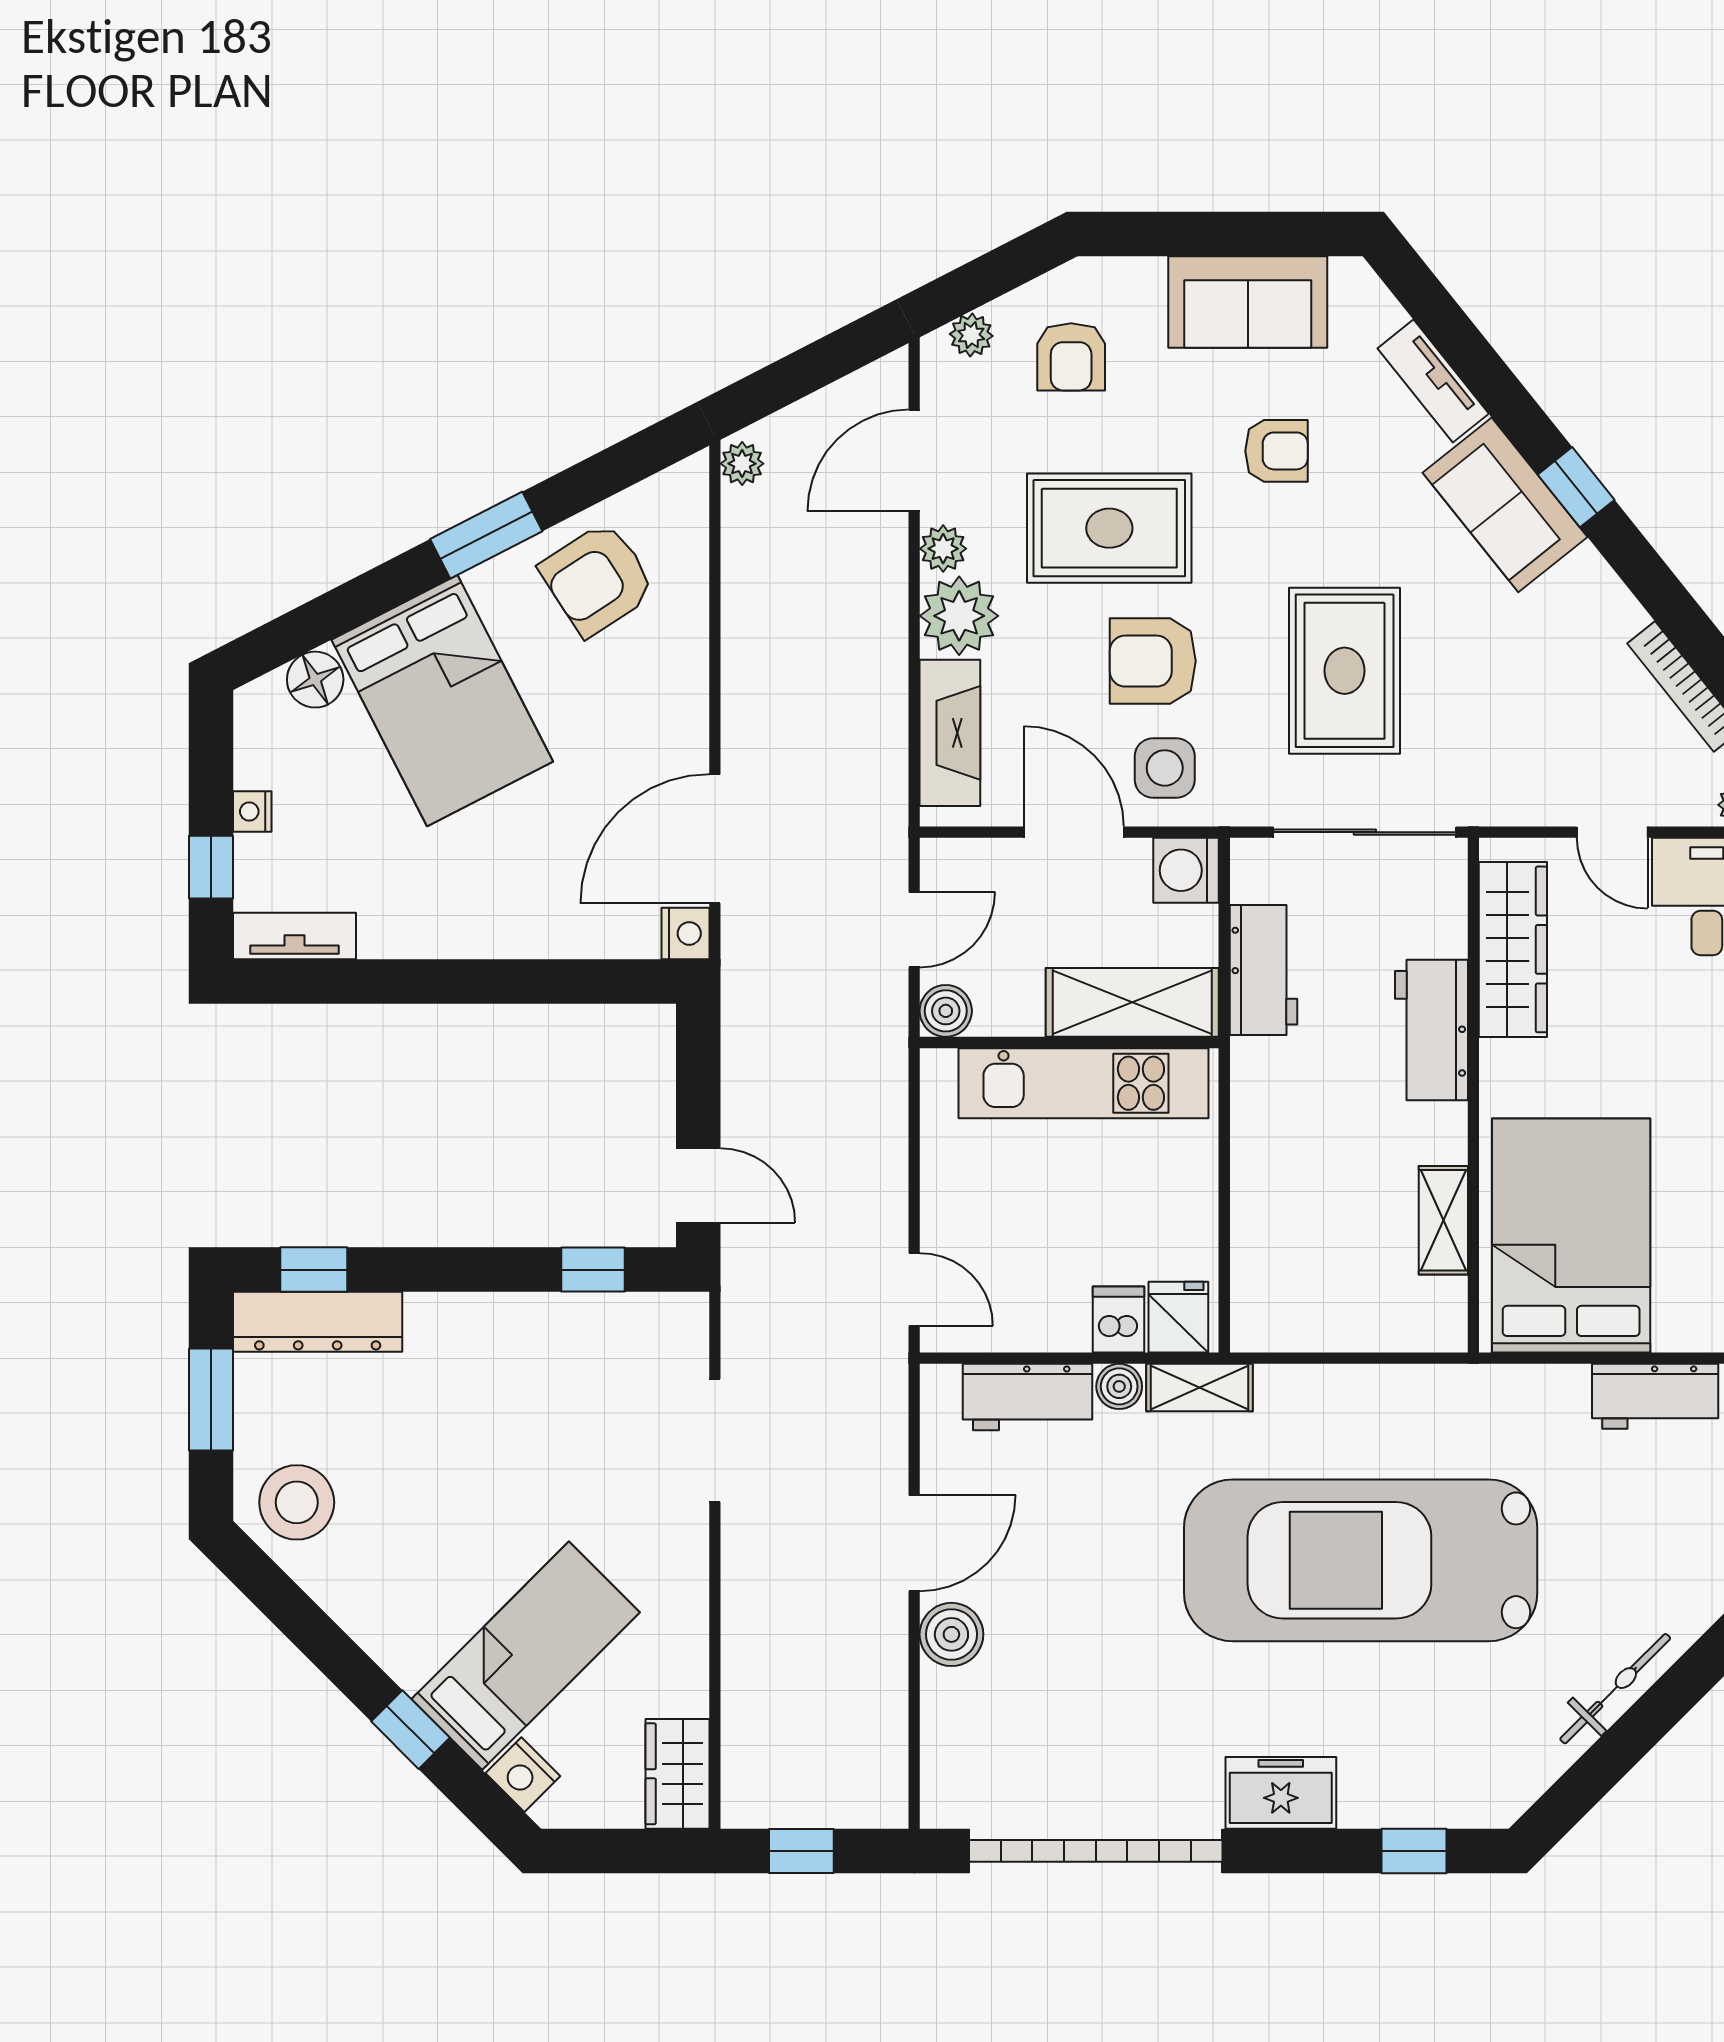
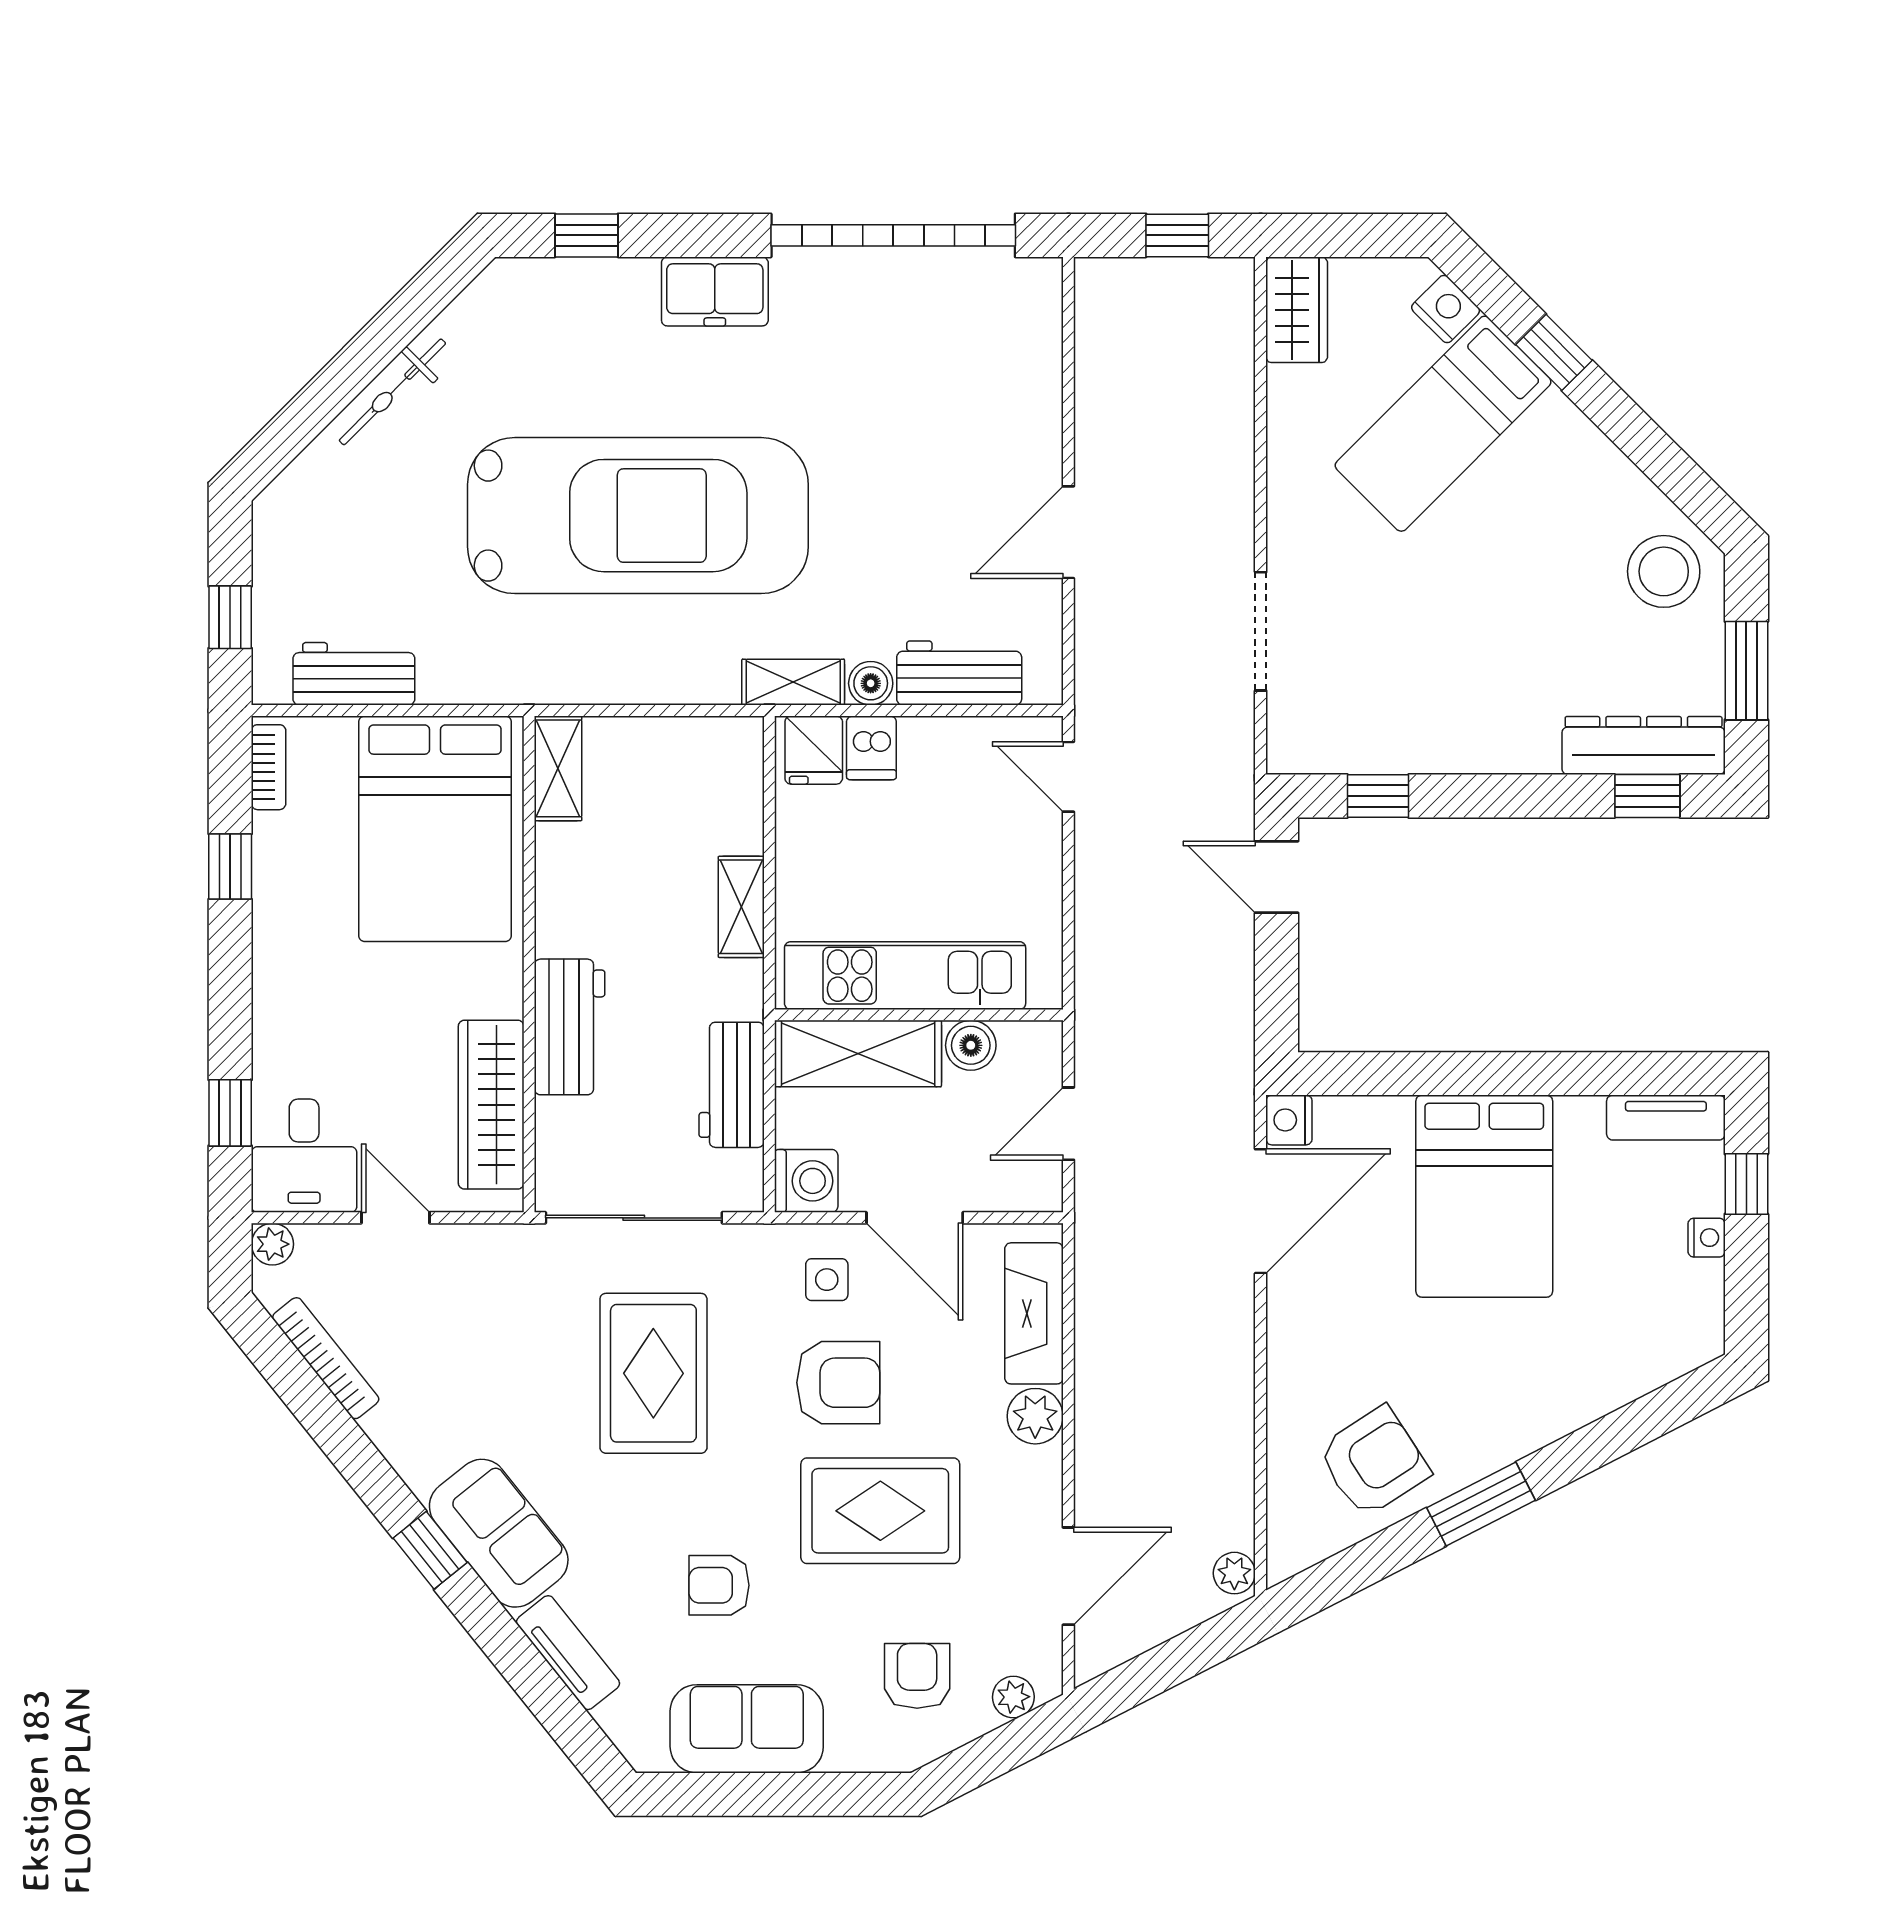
plant: (943, 549) -> (1040, 1491), removed
plant: (959, 616) -> (1035, 1416), width x0.73, depth x0.73
floor lamp: (315, 680) -> (1646, 1365), removed
bed: (442, 701) -> (1484, 1196), moved, turned -153
side table: (1165, 768) -> (827, 1280), width x0.73, depth x0.73
boiler: (946, 1011) -> (971, 1045), moved
shelving: (1253, 1155) -> (741, 907), added
shelving: (1443, 1220) -> (558, 768), moved
boiler: (951, 1634) -> (1032, 444), removed

